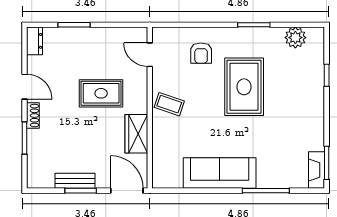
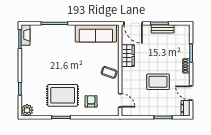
plant: (295, 38) -> (27, 110), moved
door: (24, 87) -> (191, 93), moved
rug: (244, 87) -> (63, 95), moved, turned 90
rug: (101, 93) -> (158, 82), moved
sofa: (220, 173) -> (96, 33), moved

